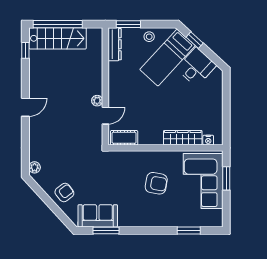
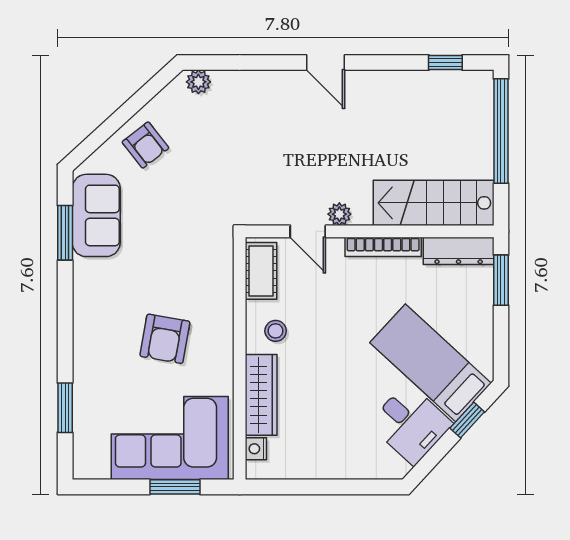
stool: (149, 37) -> (276, 331), moved
stairs: (58, 38) -> (434, 203), moved, turned 90
bookcase: (113, 80) -> (383, 247), added

